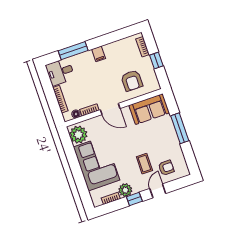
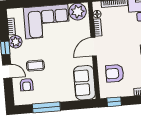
window: (156, 60) -> (114, 102), moved
window: (180, 128) -> (46, 107), moved

